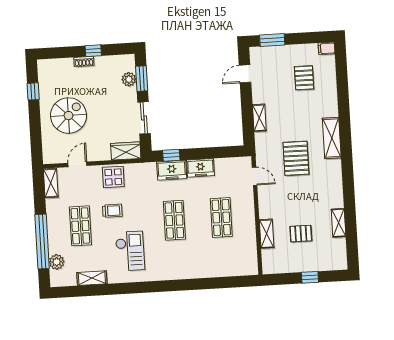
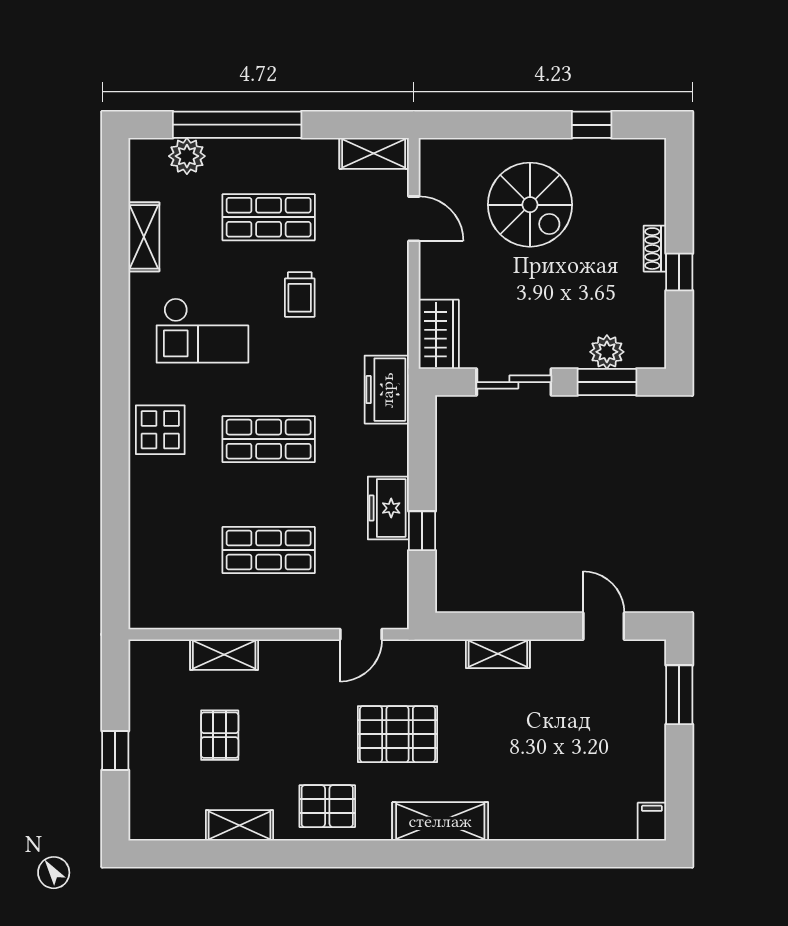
pallet: (304, 78) -> (327, 806), moved
window: (171, 155) -> (422, 531), moved
freezer: (172, 170) -> (387, 390), moved
display table: (113, 177) -> (160, 430), moved

